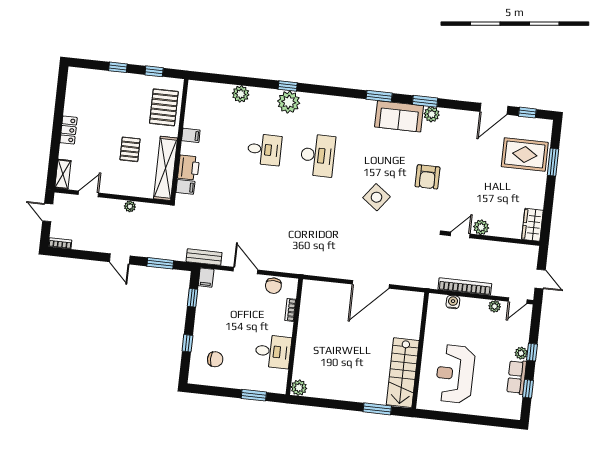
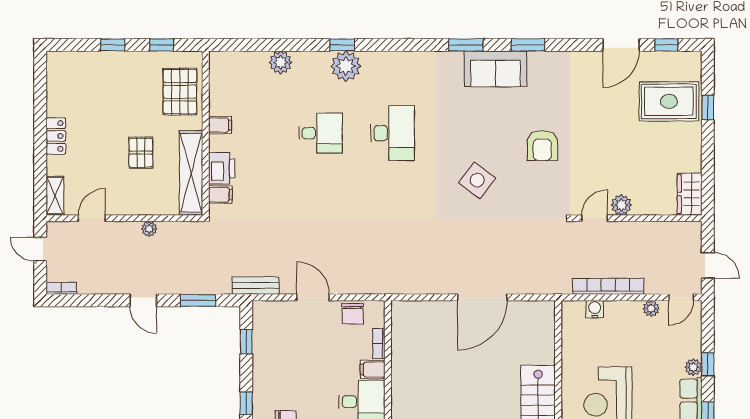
plant: (432, 114) -> (539, 61), removed
window: (553, 162) -> (708, 107), width x0.67
filing cabinet: (206, 278) -> (373, 369), moved, turned 90

